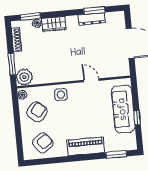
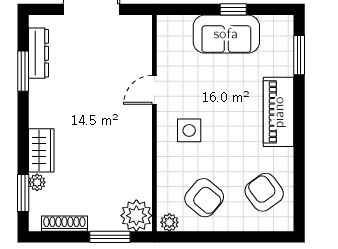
dresser: (92, 19) -> (38, 53), moved
side table: (61, 95) -> (189, 130), moved
sofa: (123, 109) -> (226, 34), width x0.73
armchair: (37, 112) -> (204, 198), turned 180

